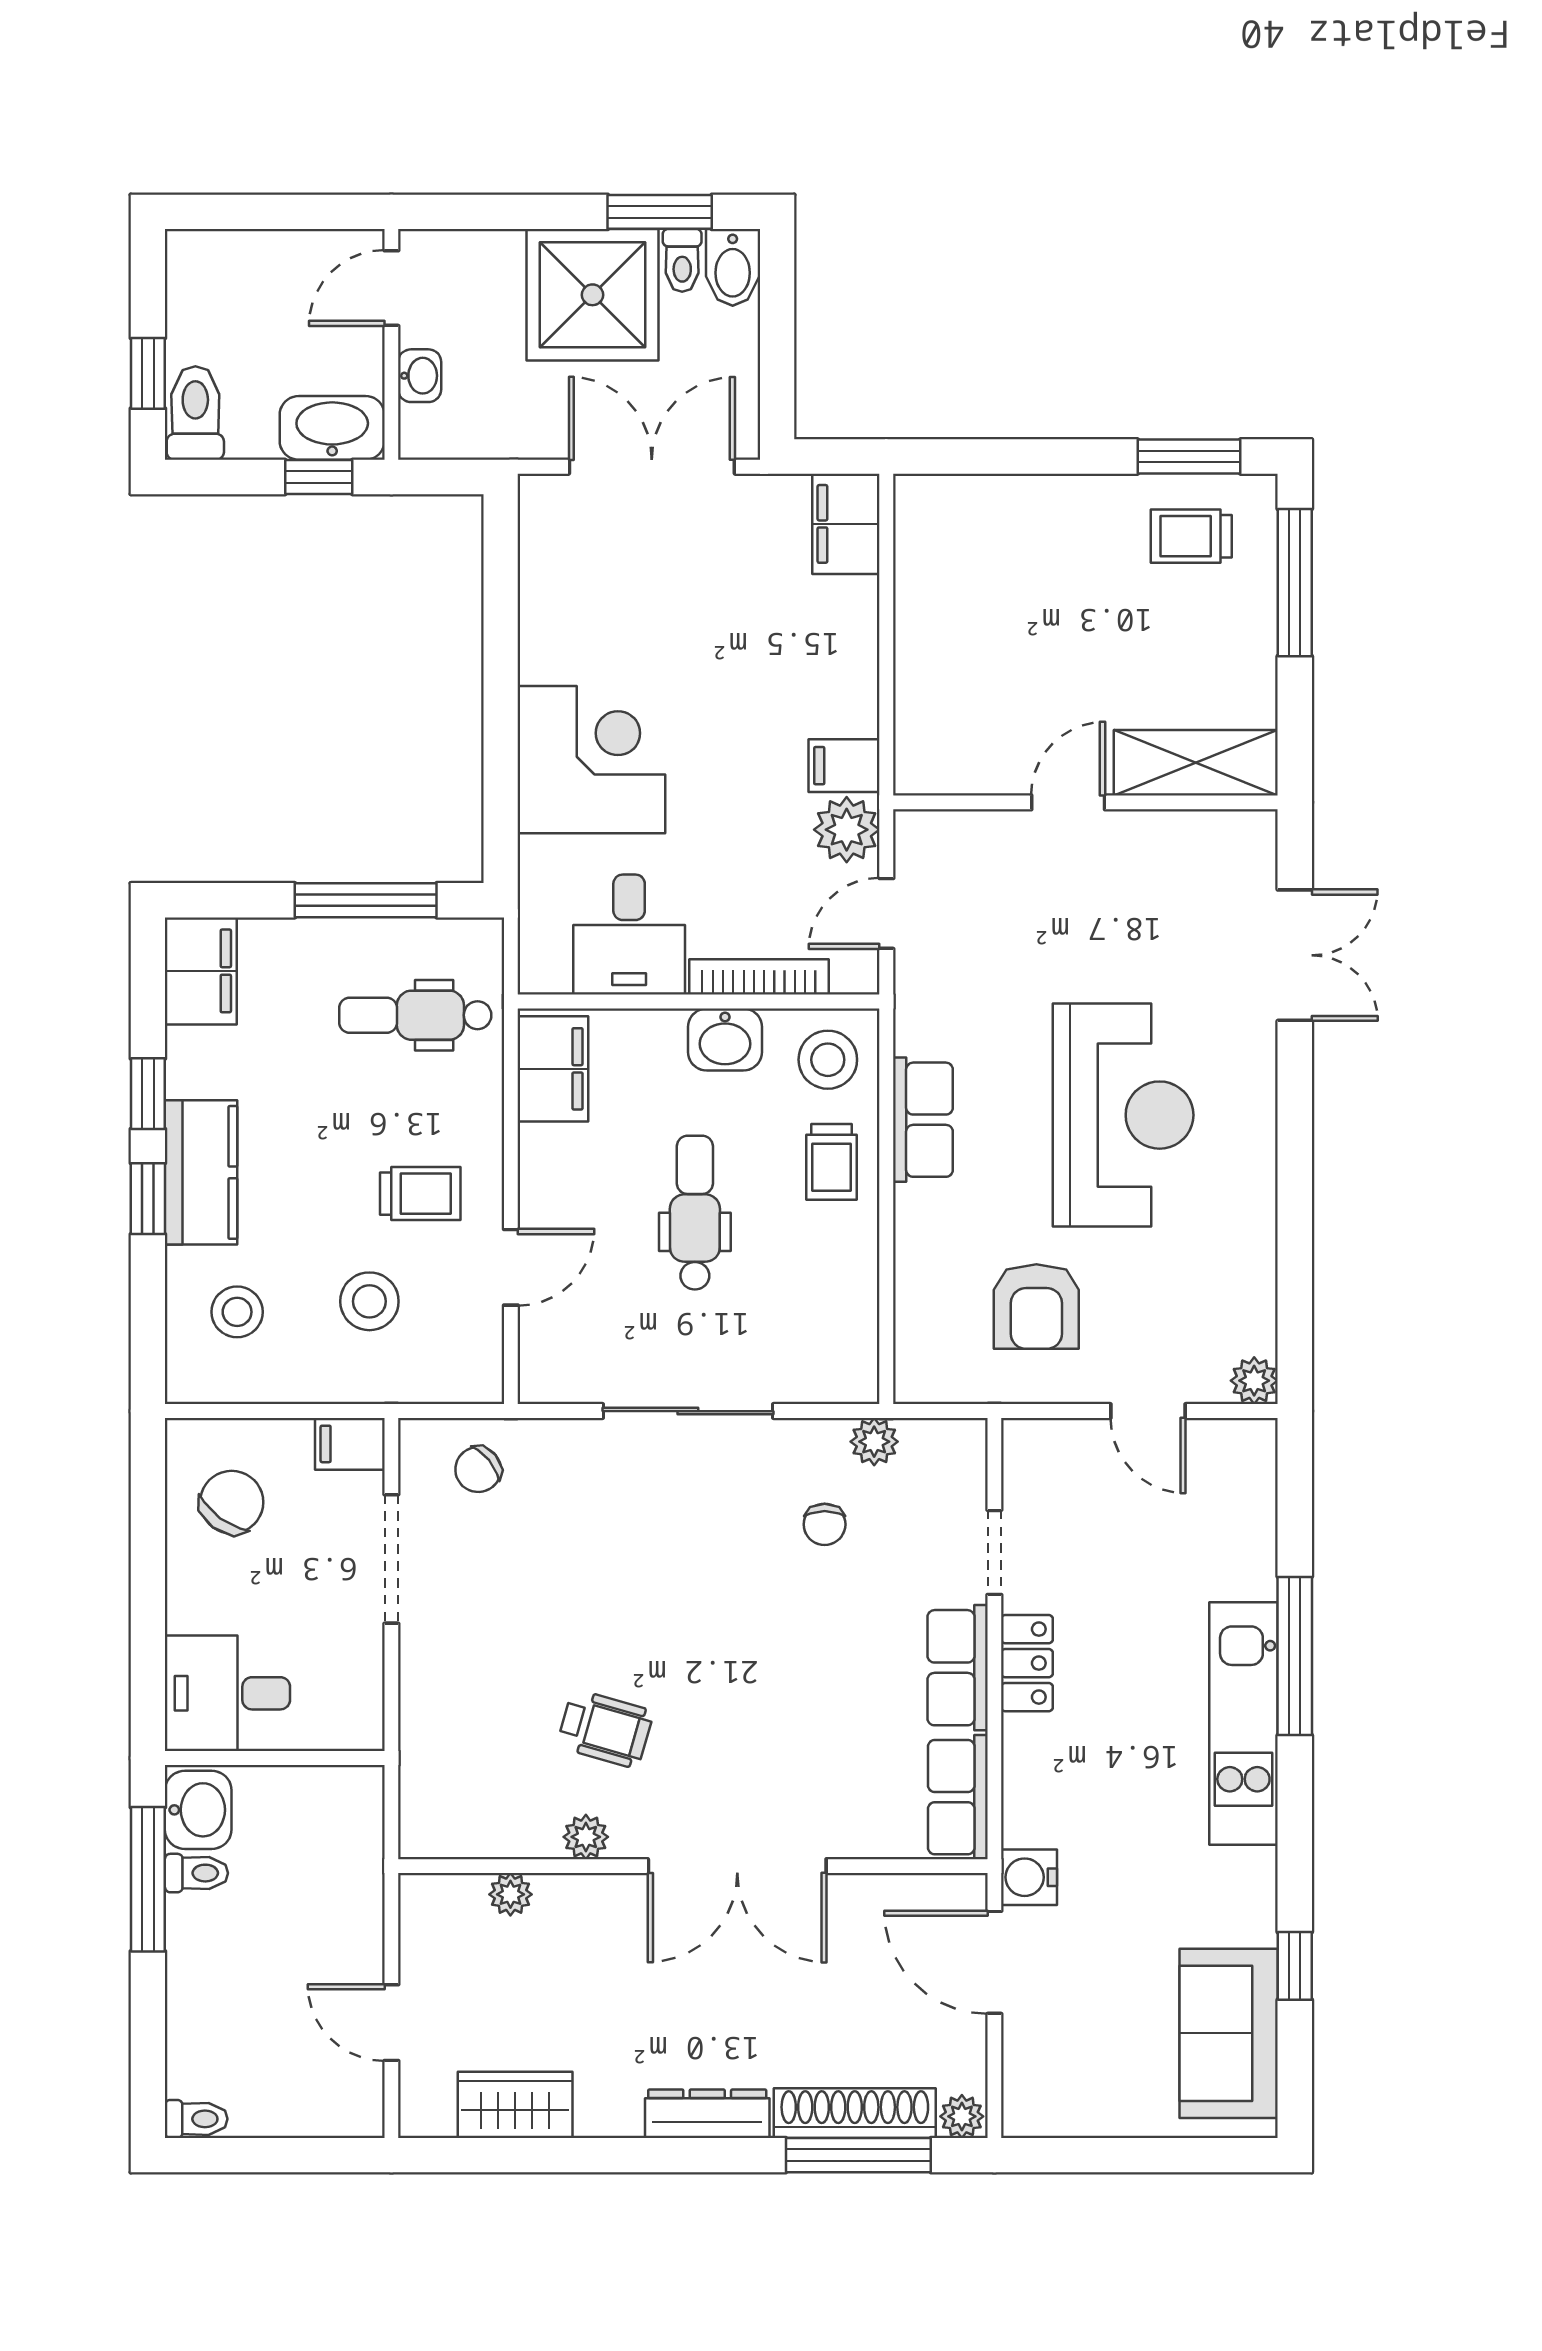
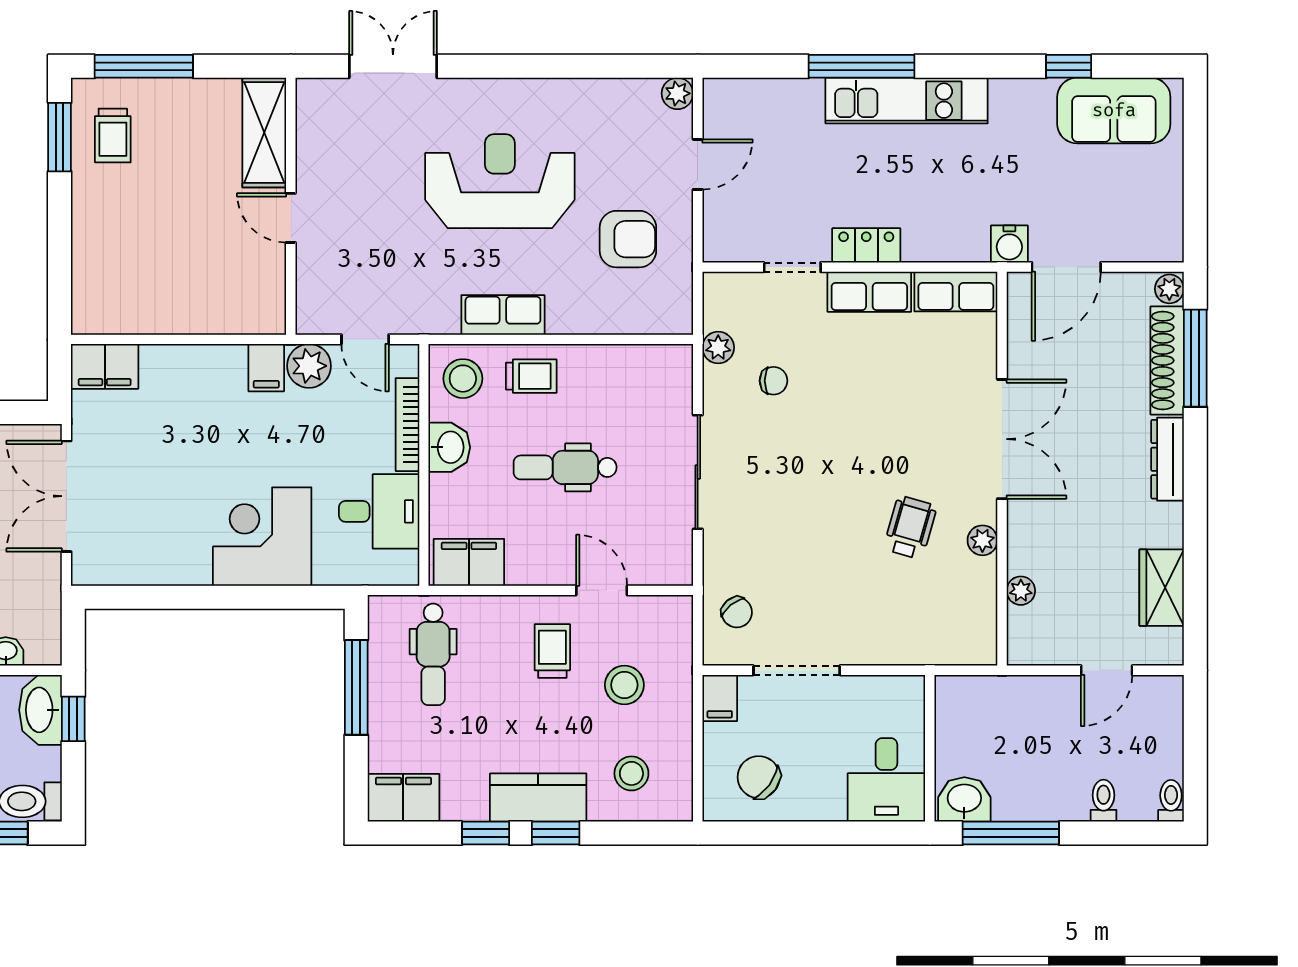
toilet: (196, 1873) -> (1103, 801), moved

